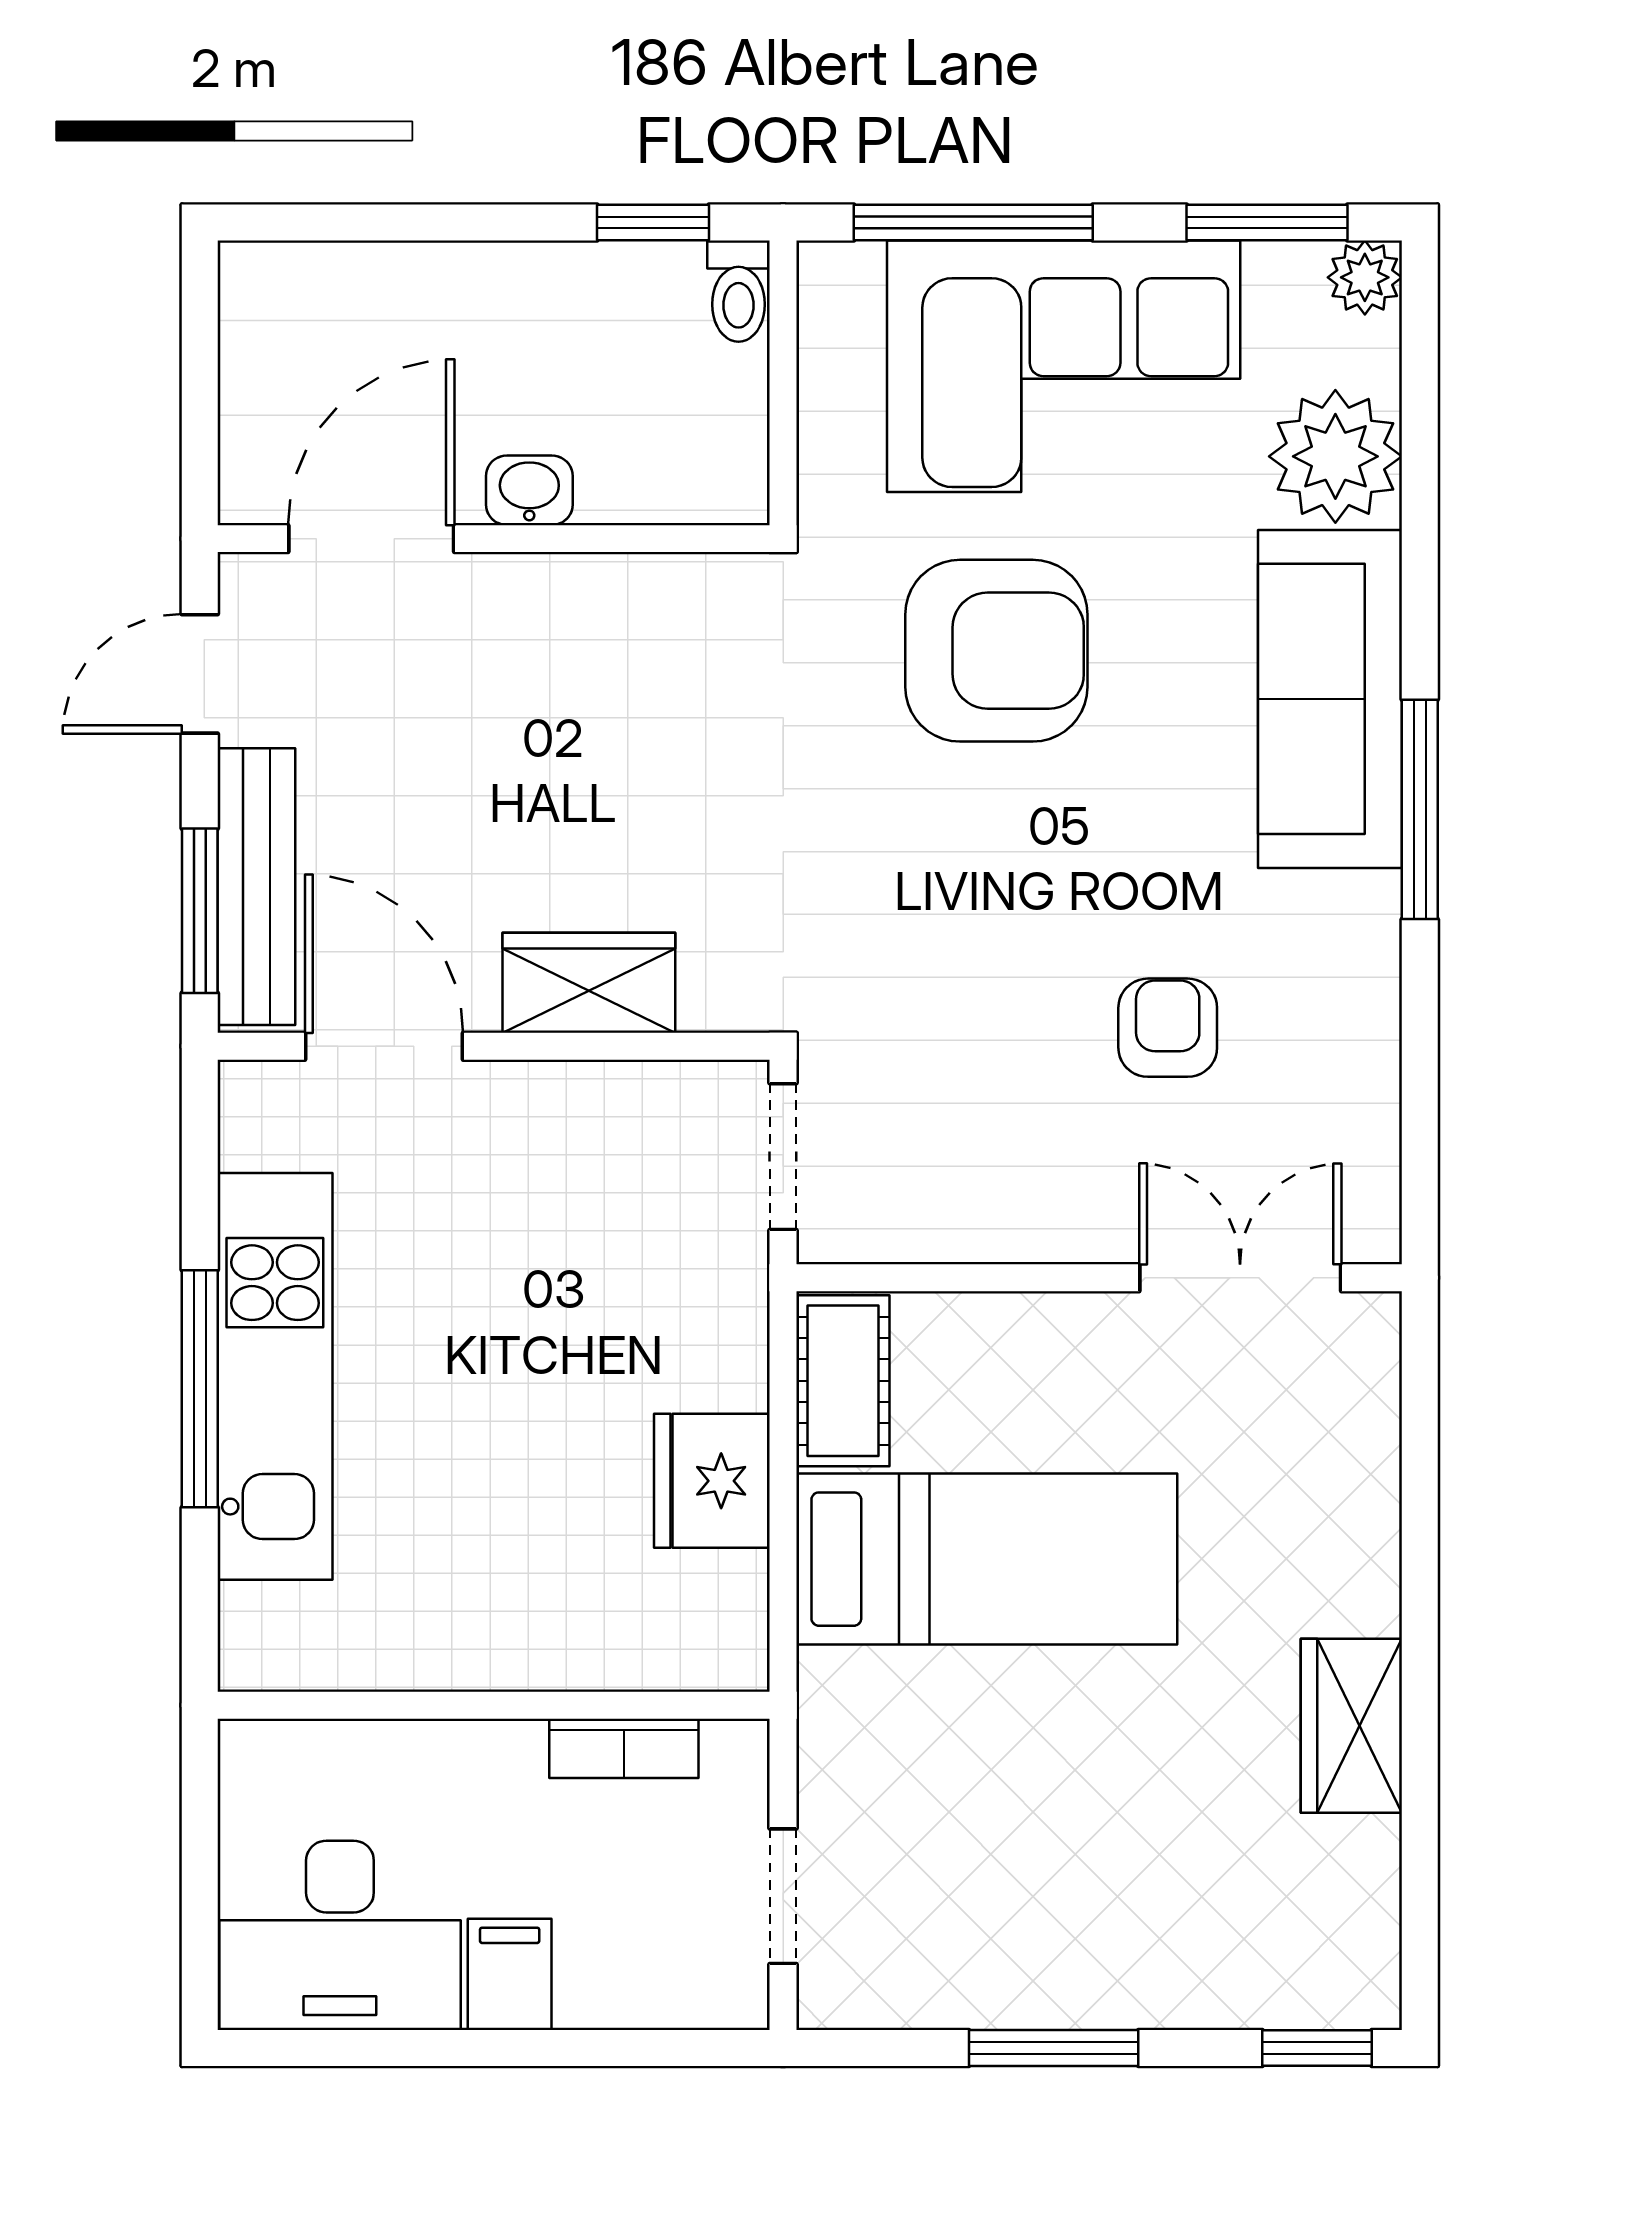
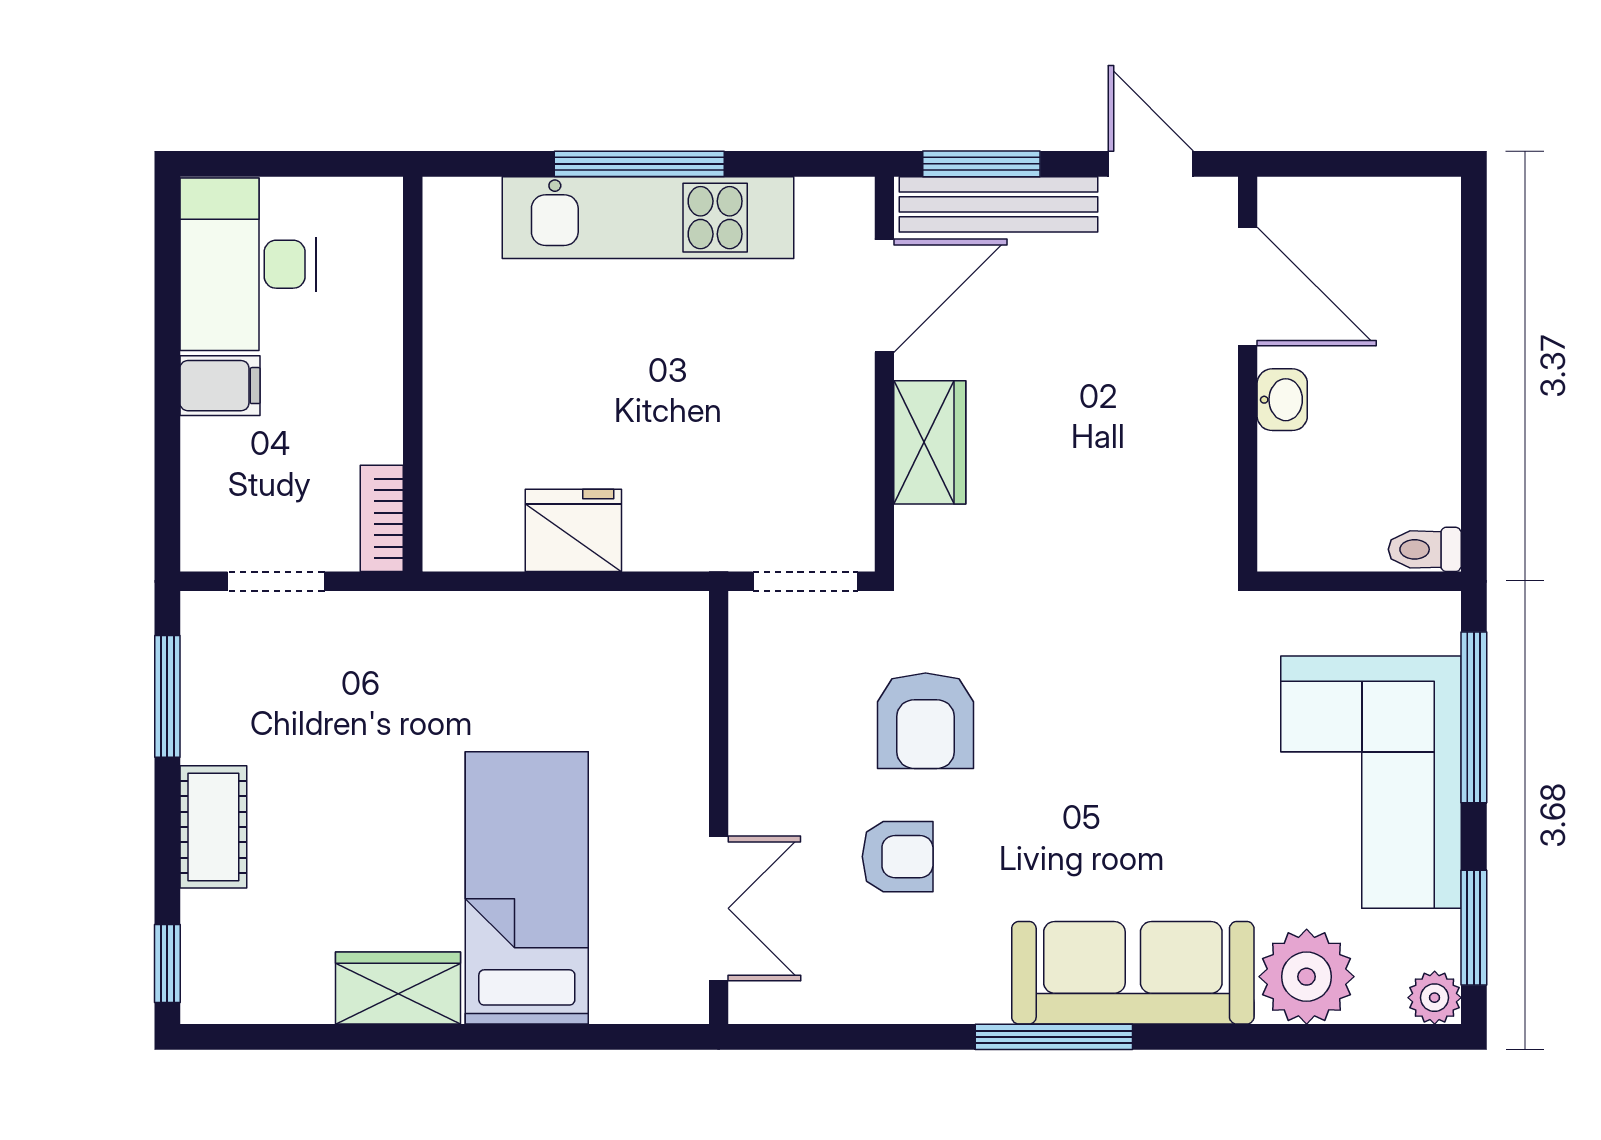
window: (653, 222) -> (1474, 488), removed
armchair: (996, 651) -> (926, 721), moved, width x0.73, depth x0.73
cot: (843, 1381) -> (213, 827), moved, turned 90
bed: (987, 1559) -> (527, 888), moved, turned 180
bookcase: (624, 1748) -> (382, 518), moved
window: (1054, 2048) -> (167, 696), moved

